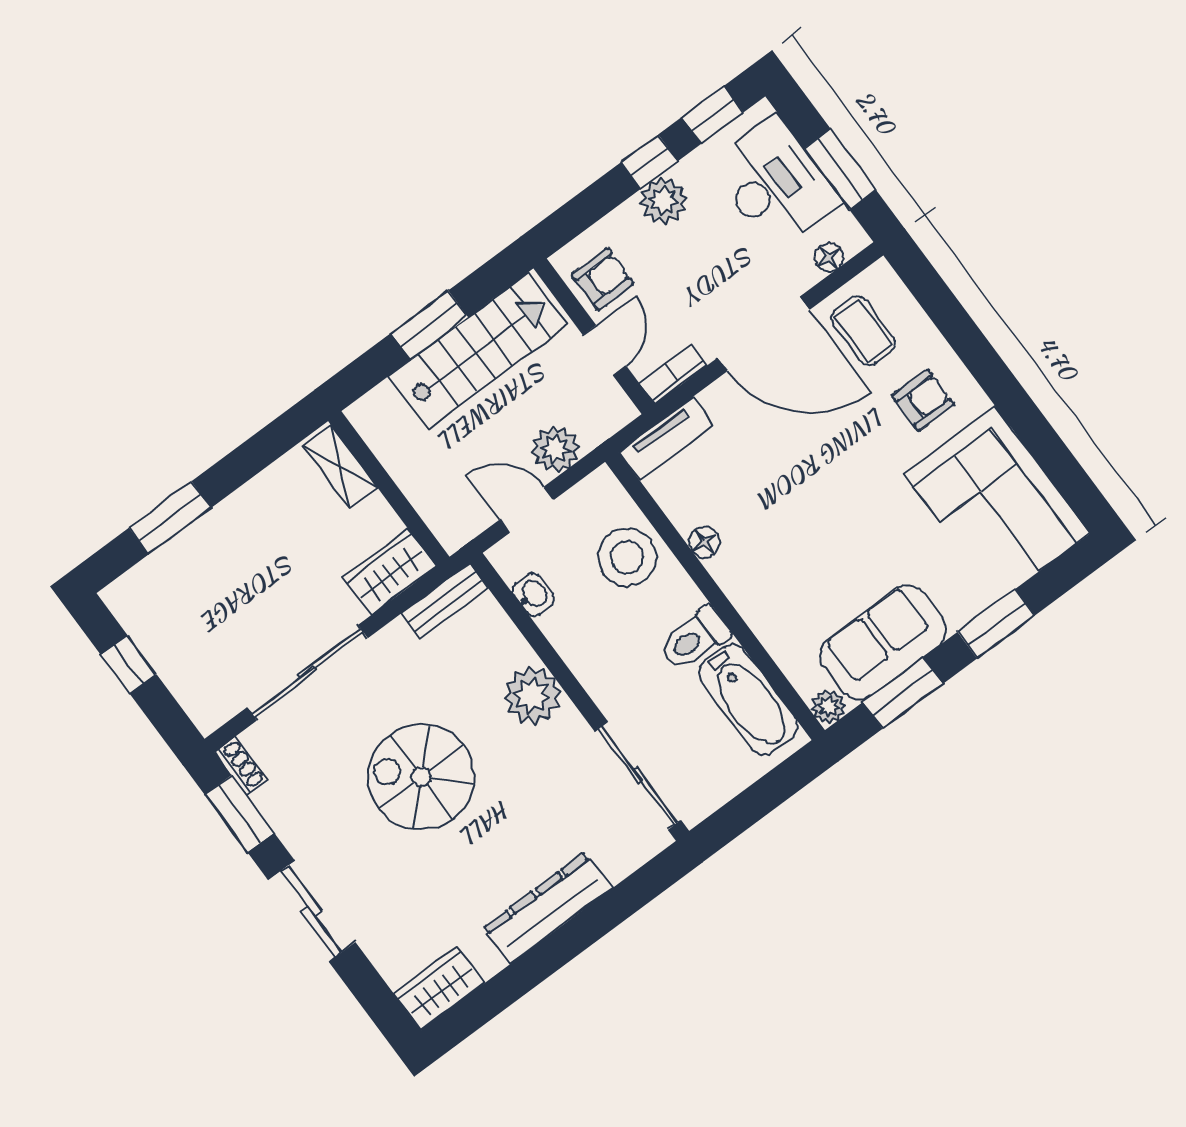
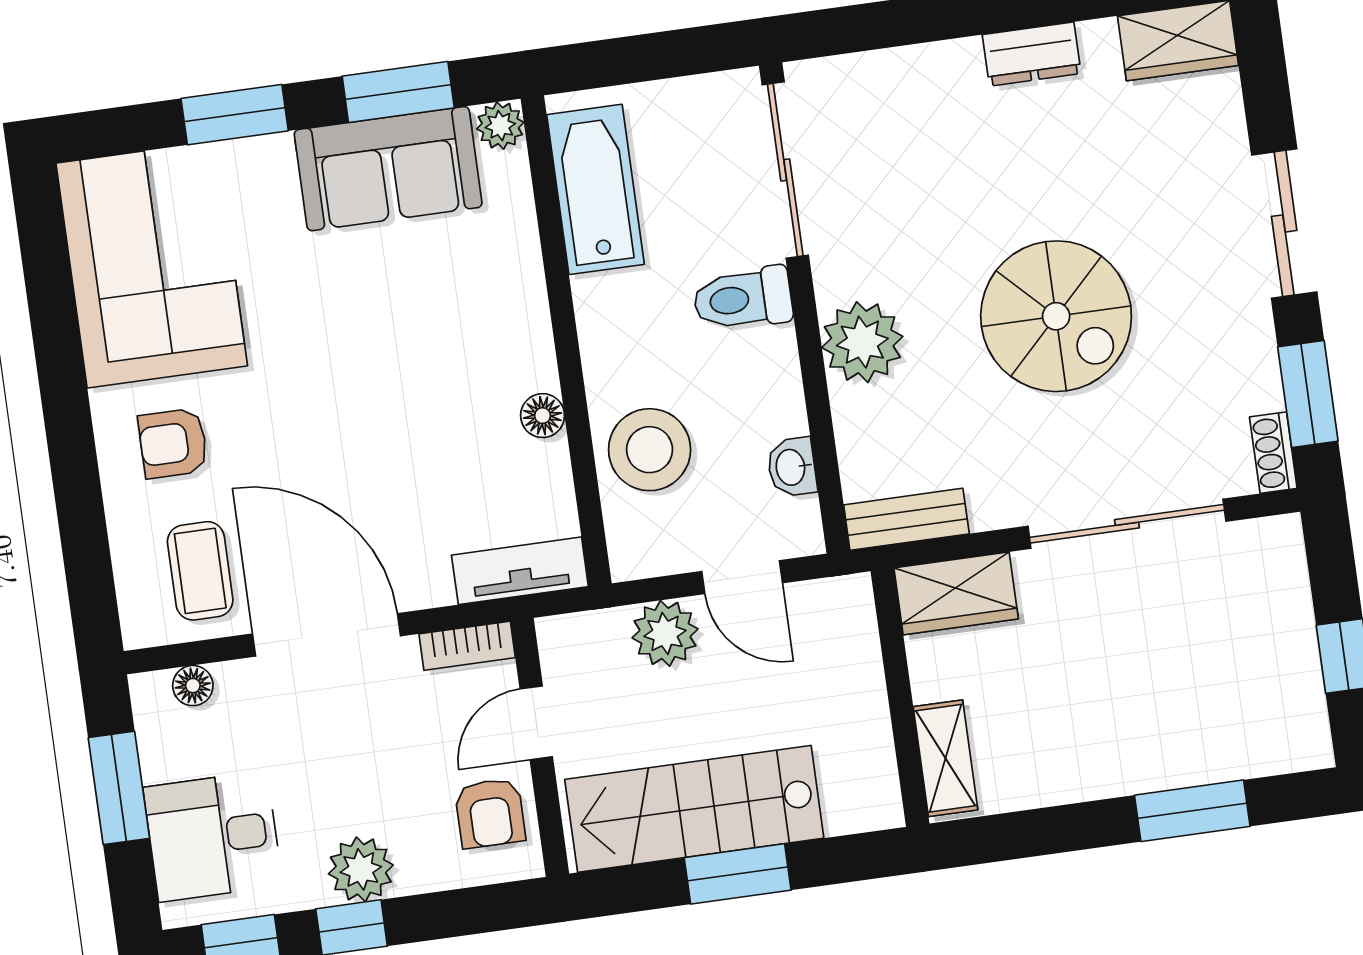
desk: (775, 183) -> (213, 836), width x0.73
armchair: (603, 279) -> (490, 813), turned -90
toilet: (694, 639) -> (743, 299), moved, turned 180
dresser: (547, 908) -> (1032, 54), width x0.51, depth x0.80

